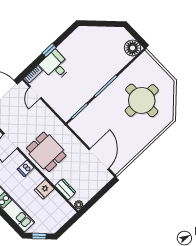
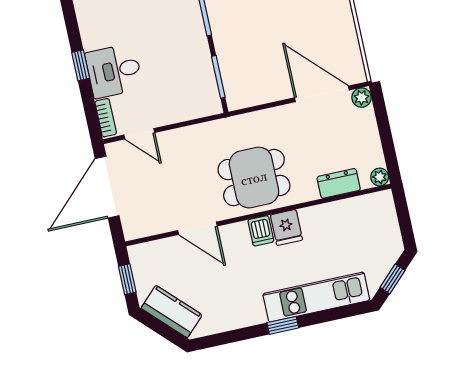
plant: (107, 177) -> (362, 98), added
fridge: (44, 189) -> (286, 227), moved

